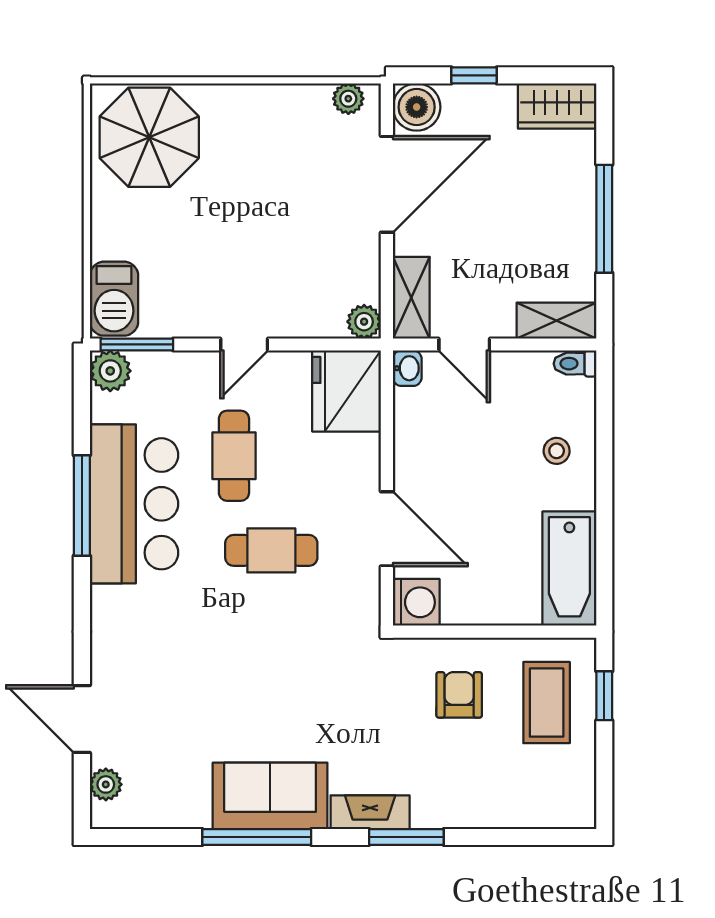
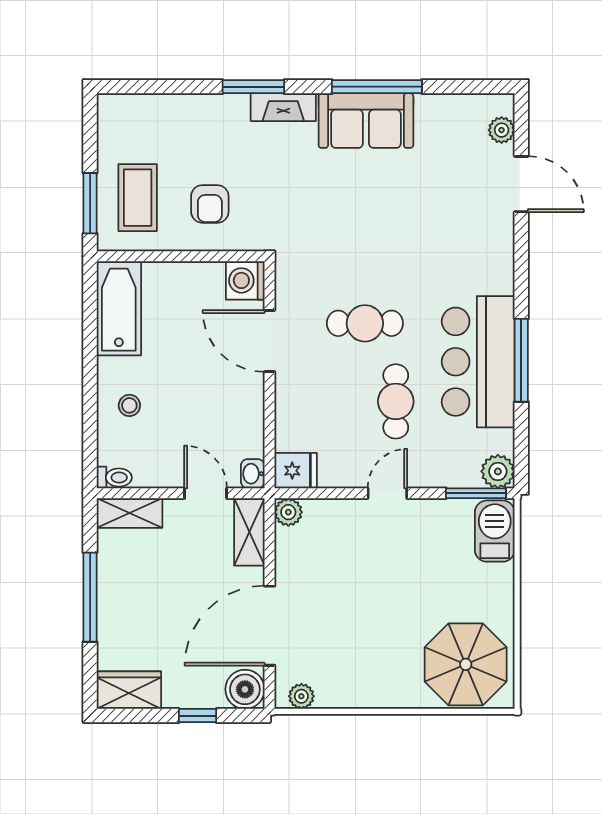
fridge: (347, 391) -> (296, 471), width x0.53, depth x0.75
window: (604, 696) -> (90, 203), width x1.50

